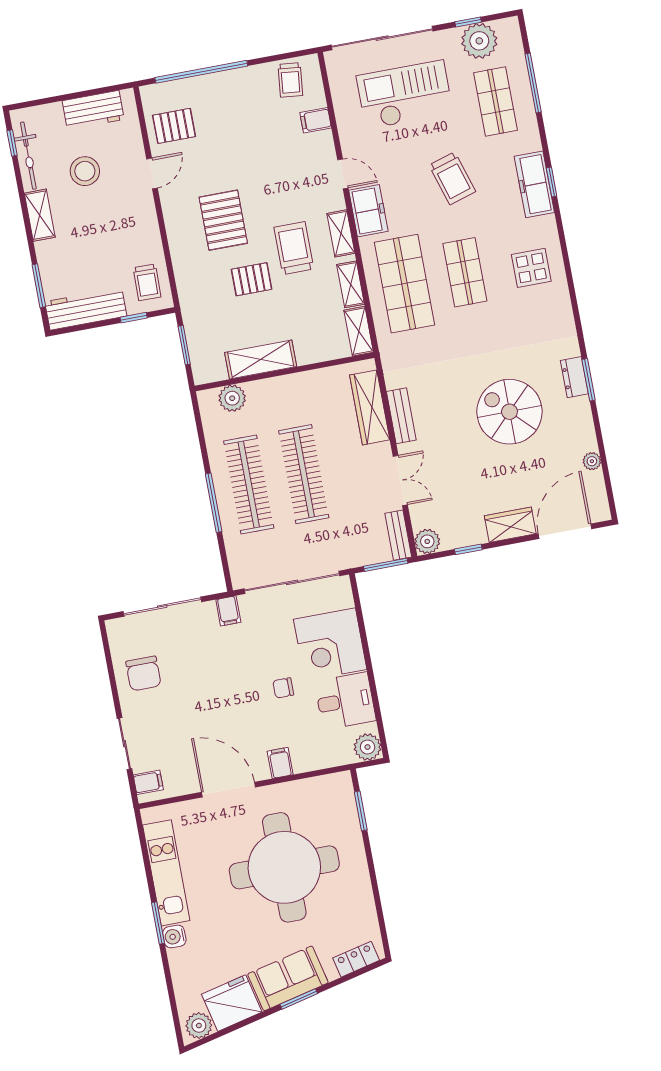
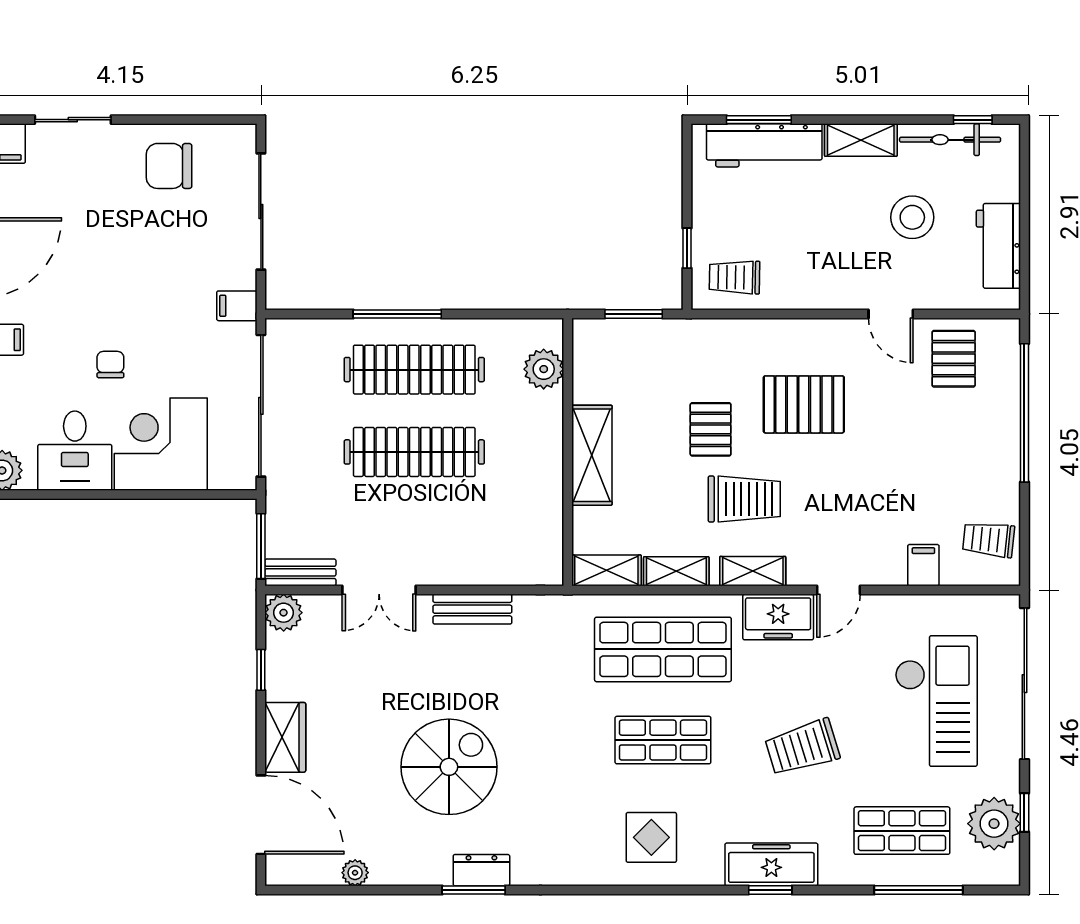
workbench: (86, 309) -> (764, 145), moved, turned 90
shelving: (261, 360) -> (592, 455), moved
wardrobe: (370, 407) -> (493, 566), removed

